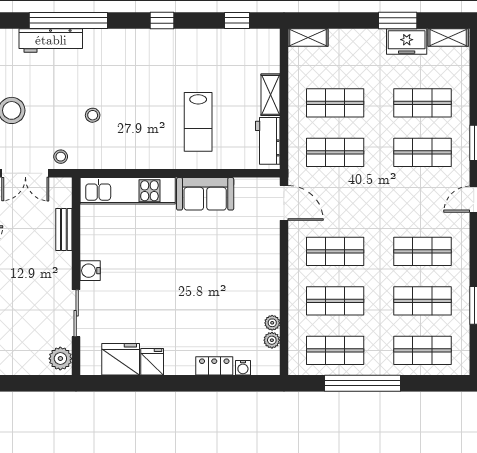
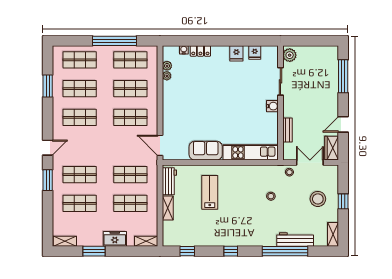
freezer: (407, 42) -> (115, 239), moved
fridge: (121, 359) -> (255, 52), width x0.53, depth x0.75

